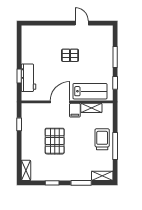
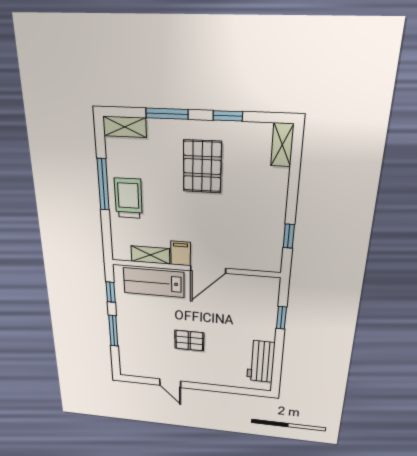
workbench: (28, 78) -> (261, 361), moved
trolley: (102, 139) -> (128, 198), turned 180
pallet: (55, 141) -> (202, 167), moved

